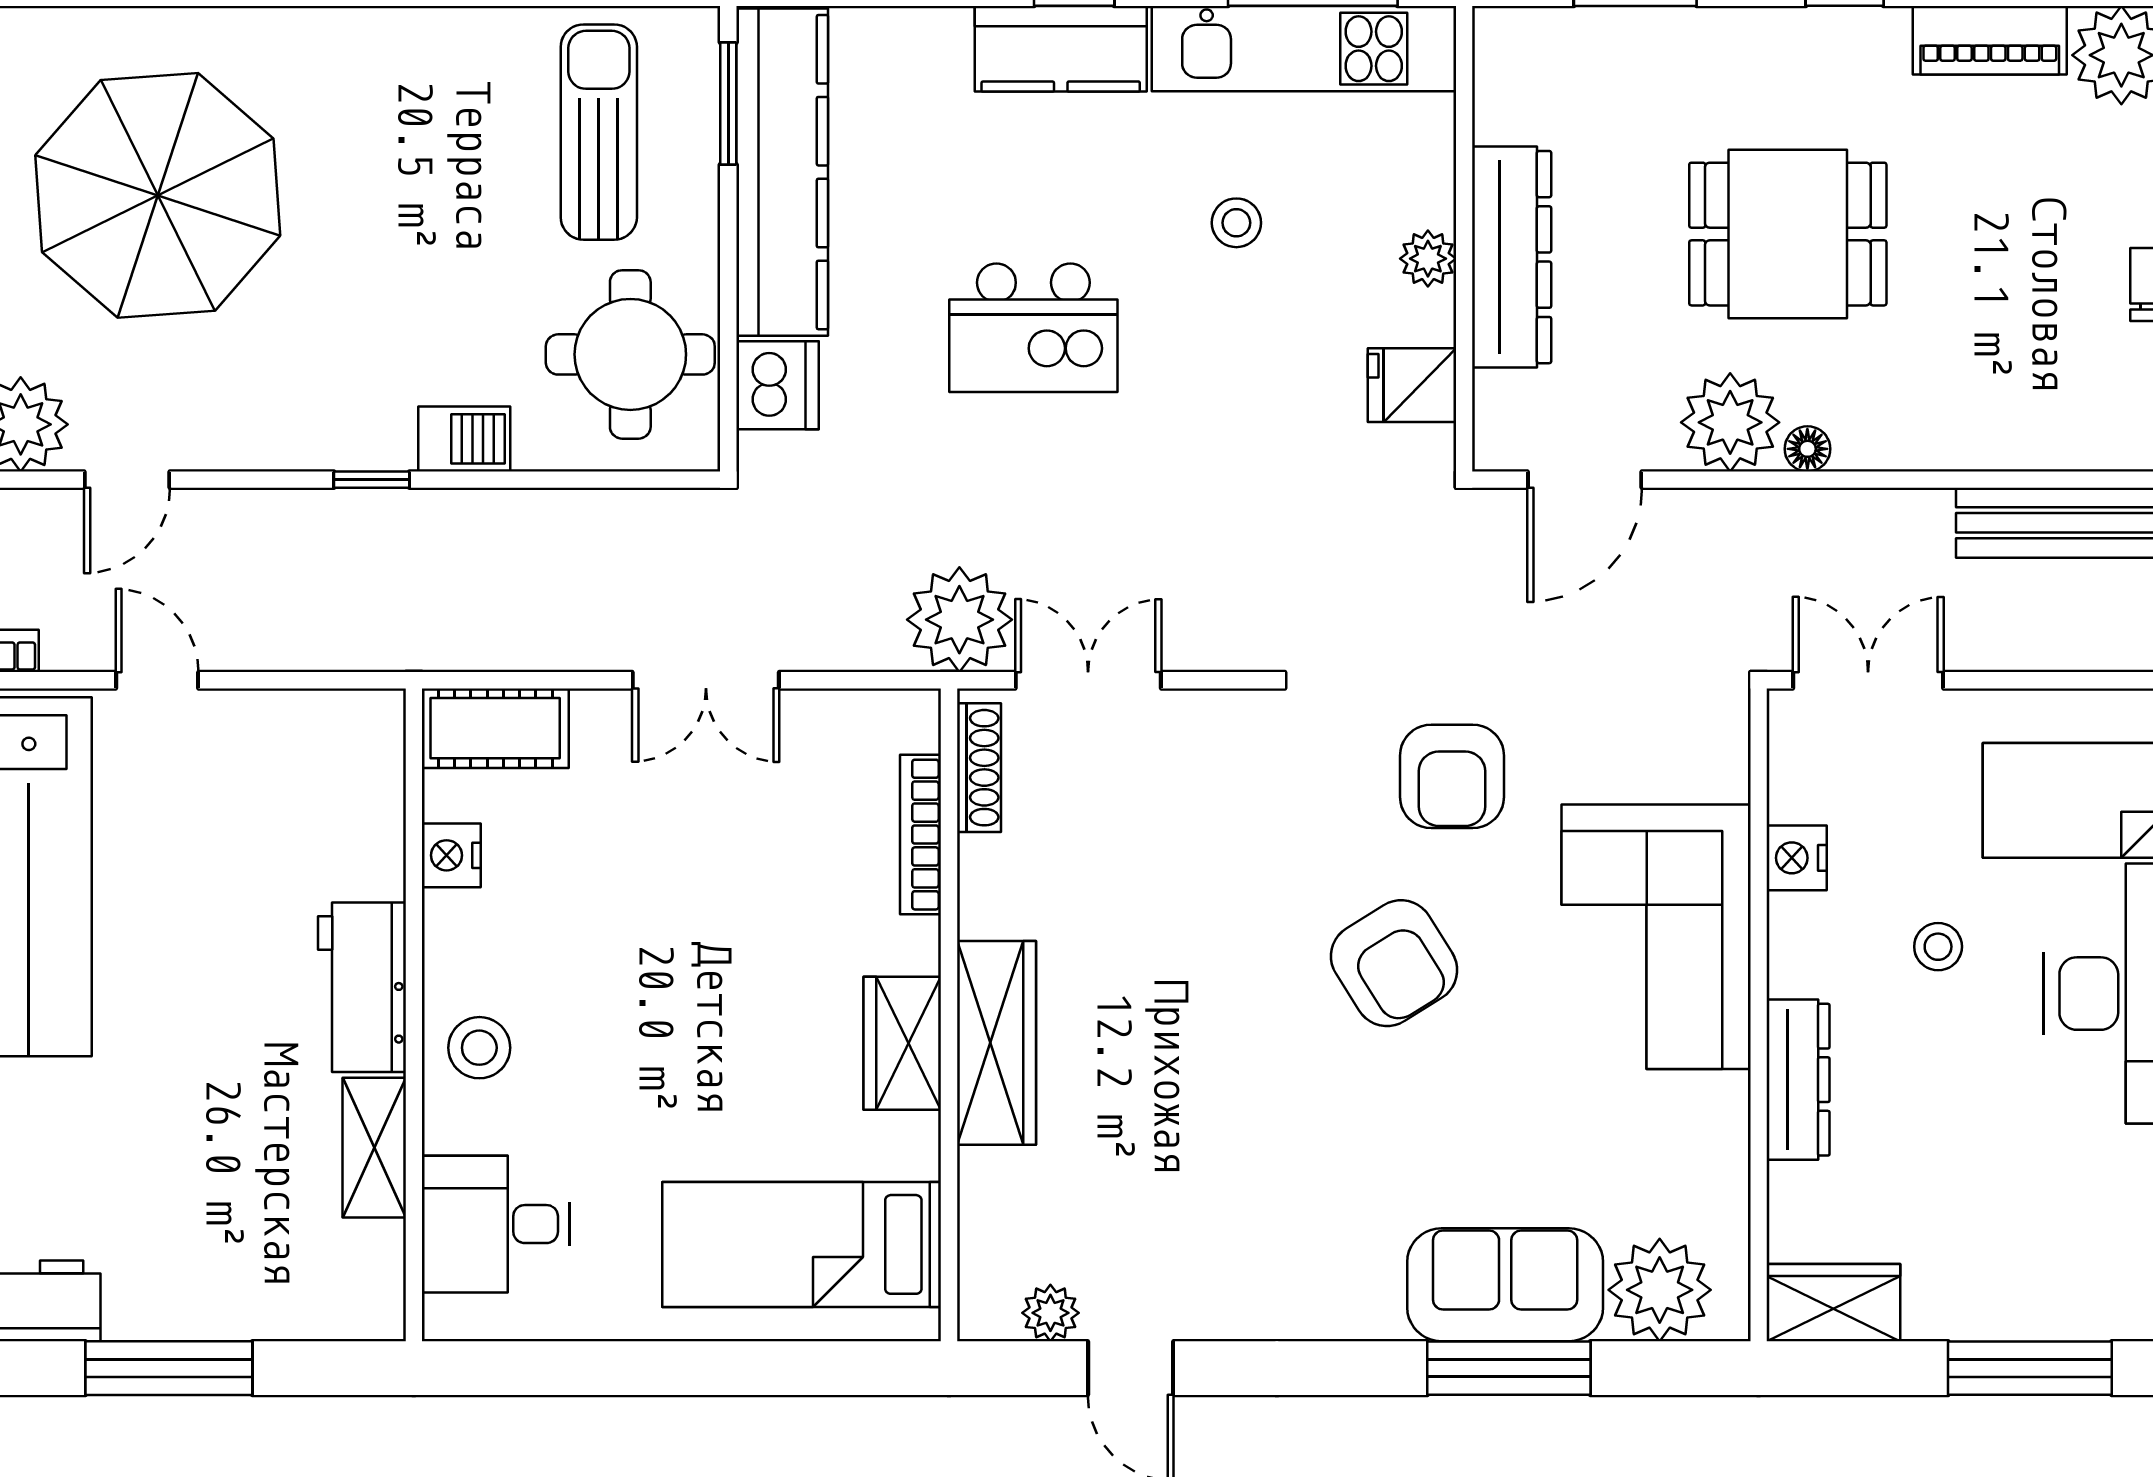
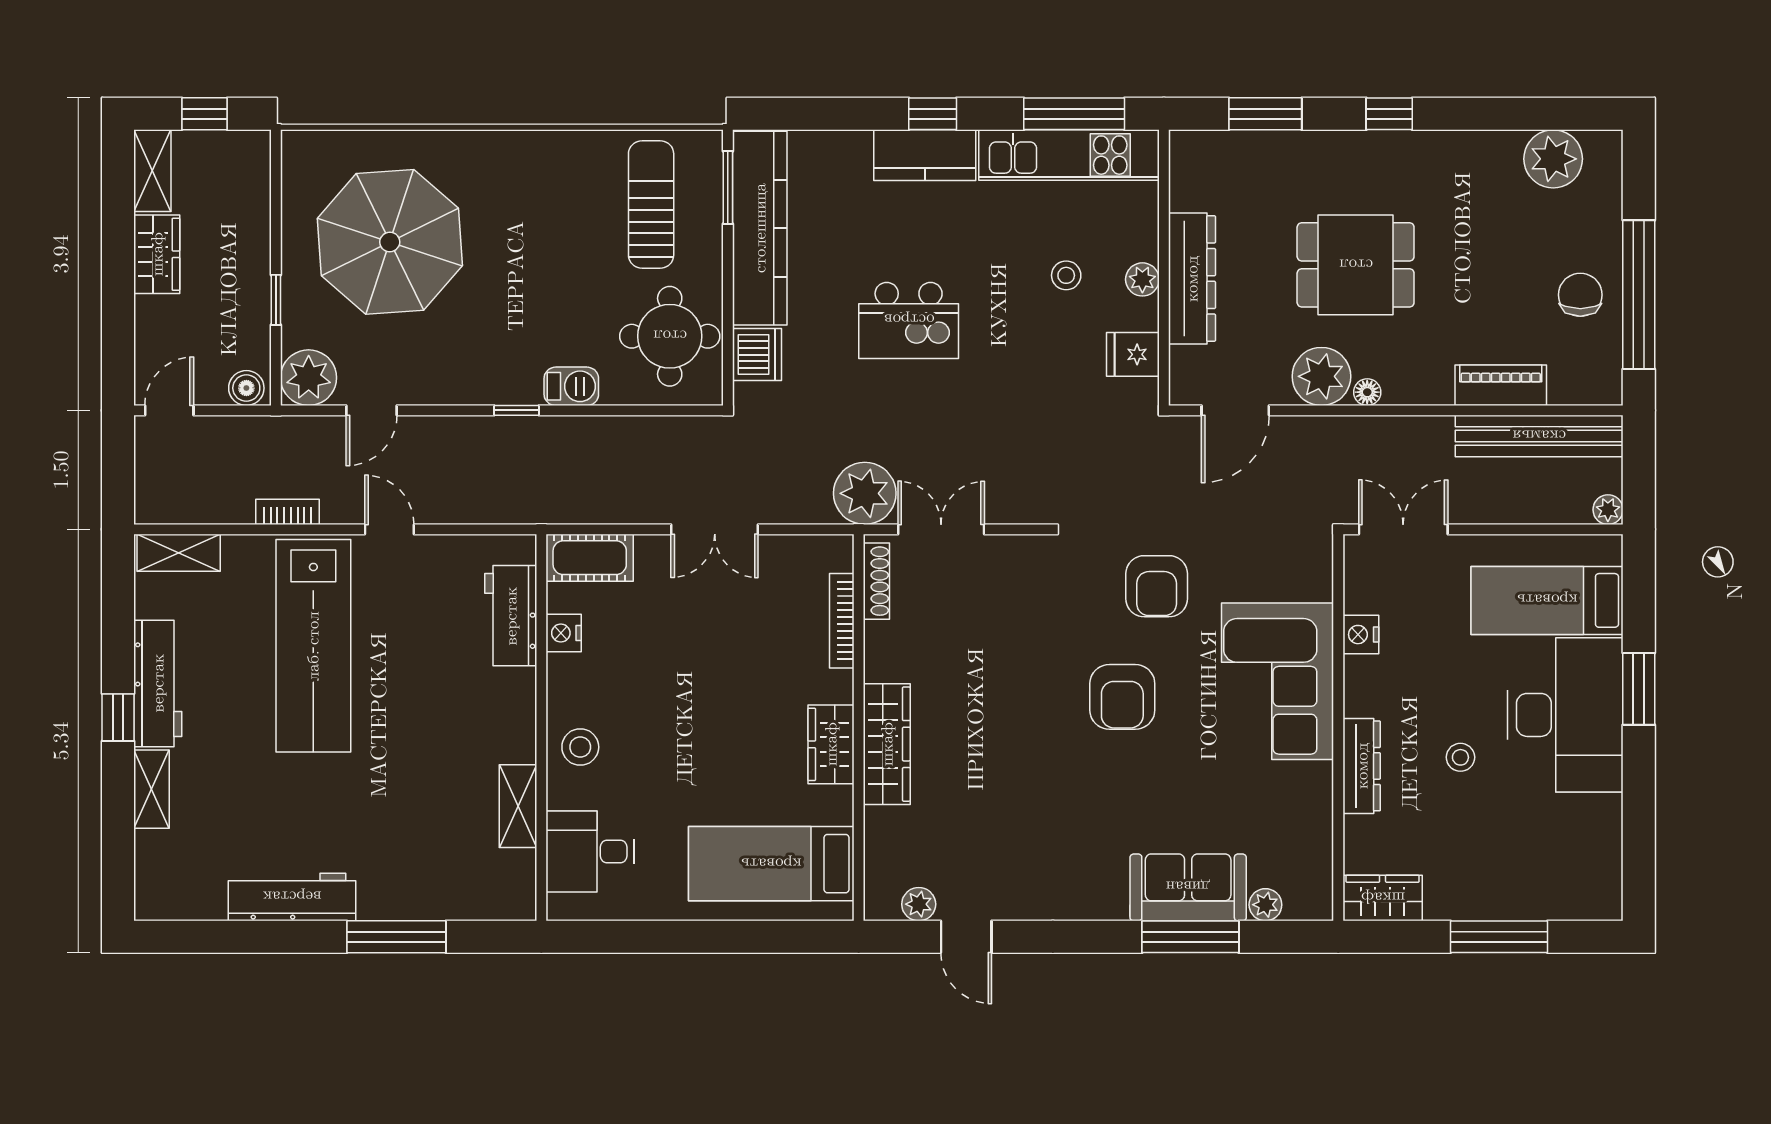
piano: (1990, 40) -> (1501, 385), moved, turned 180
stool: (1236, 223) -> (1066, 275), moved
stool: (1938, 947) -> (1460, 757), moved
armchair: (1394, 963) -> (1122, 697), turned 32
workbench: (362, 987) -> (511, 616), moved
plant: (1660, 1290) -> (1265, 905), width x0.53, depth x0.53

